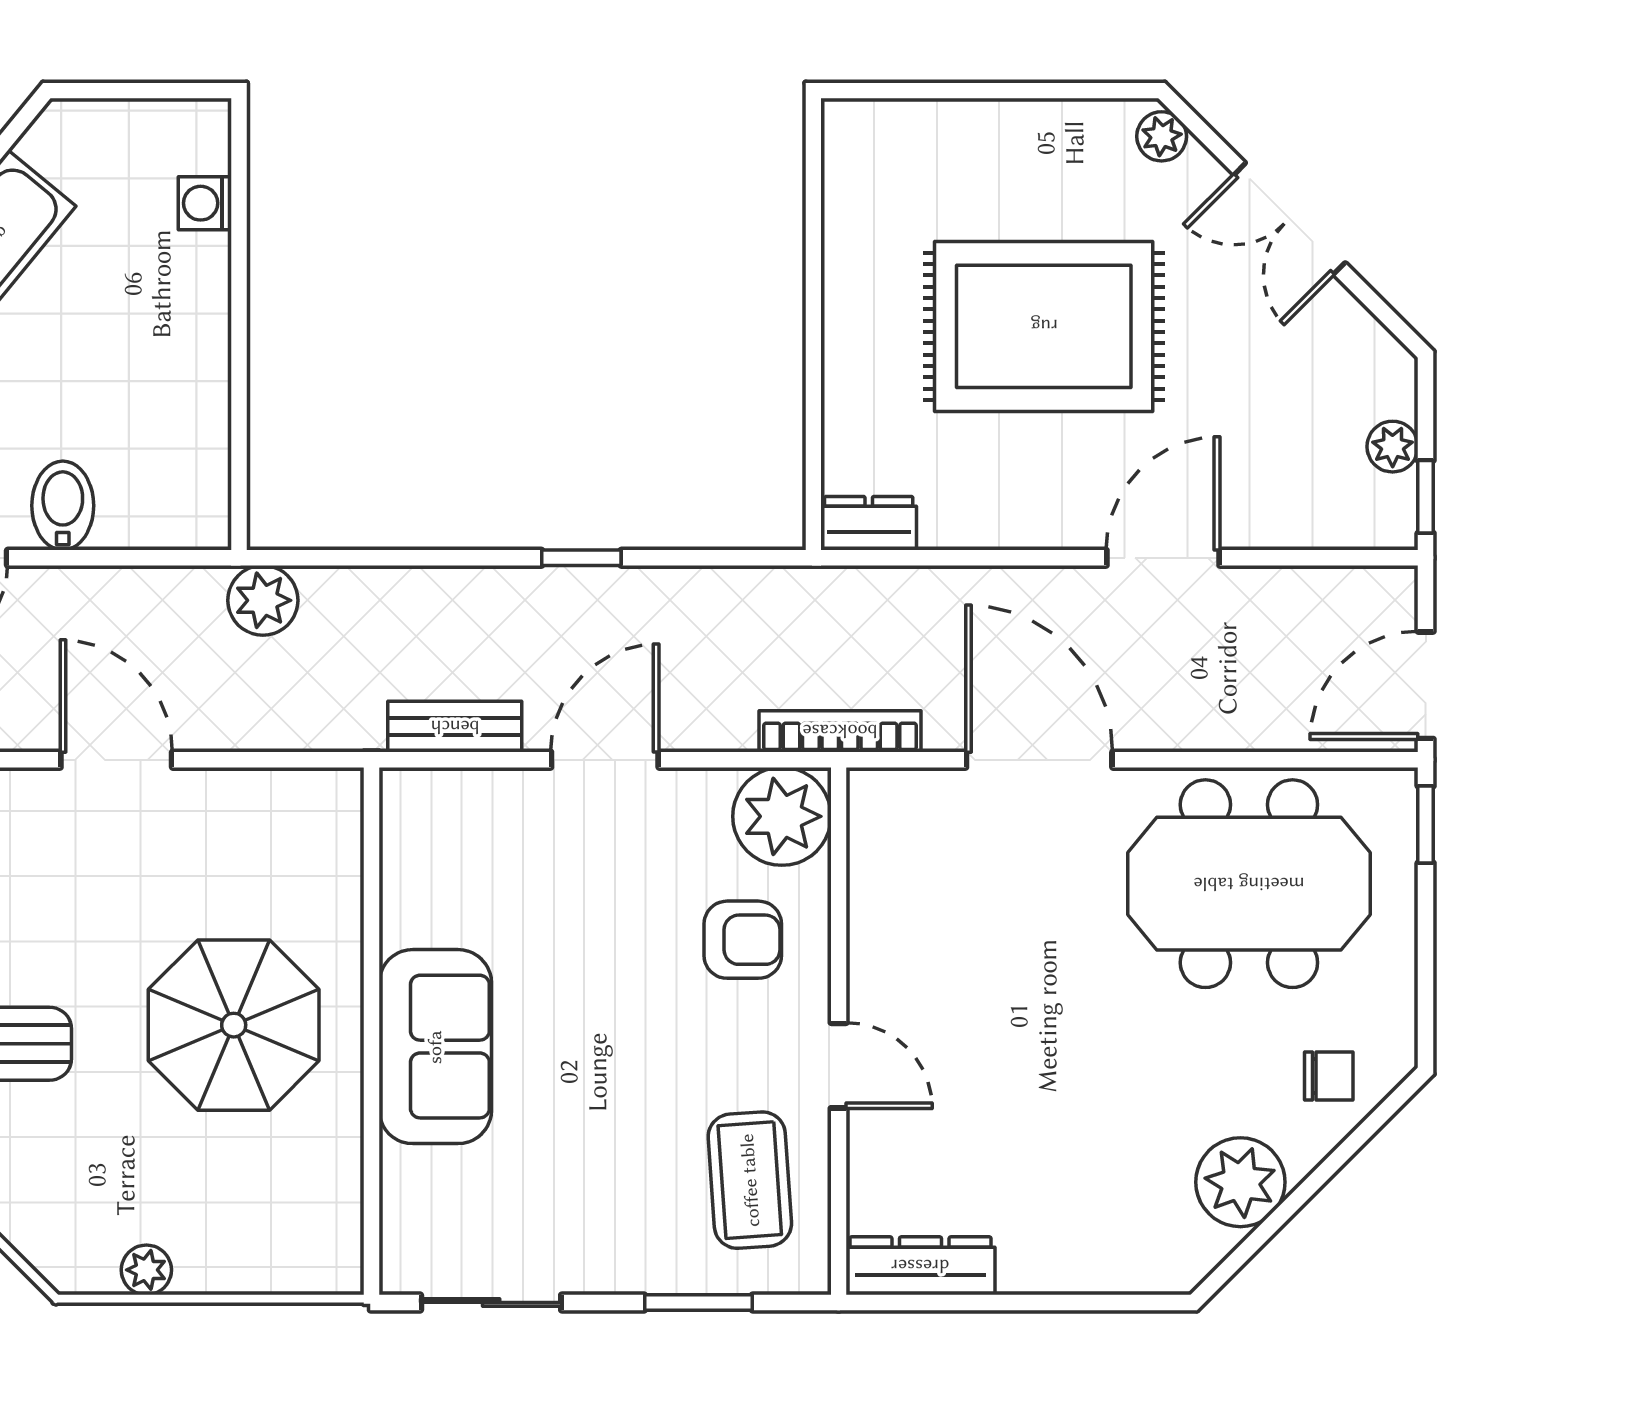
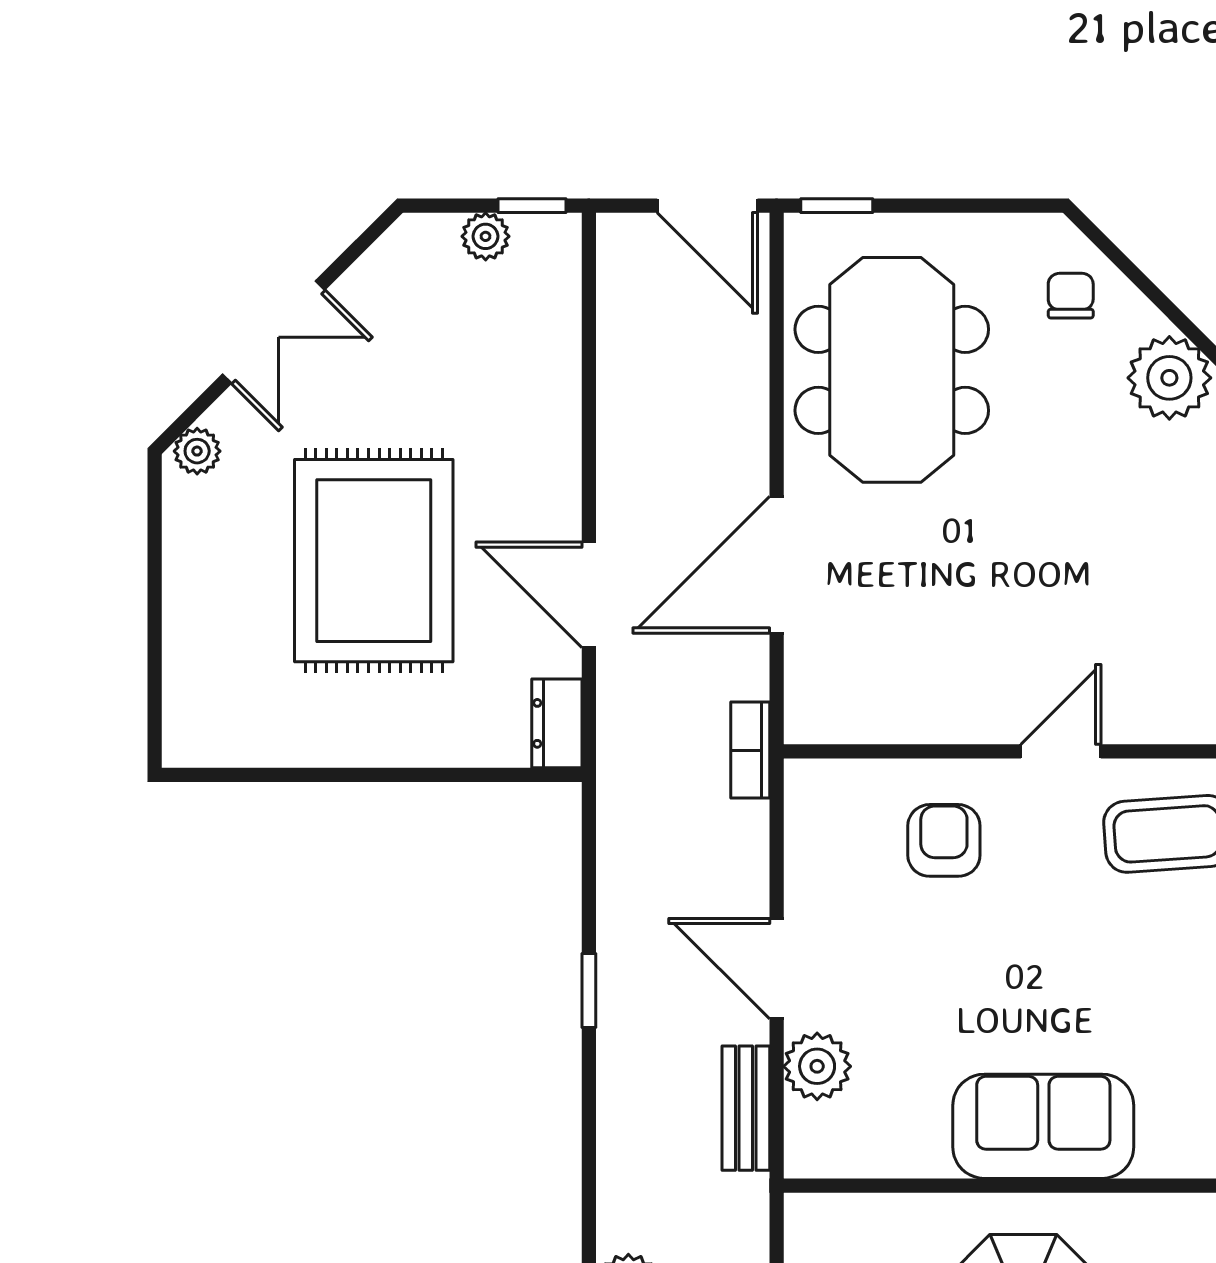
door: (1163, 558) -> (589, 595), moved
bookcase: (840, 731) -> (750, 750), width x0.64
plant: (782, 816) -> (817, 1066), moved, width x0.73, depth x0.73

